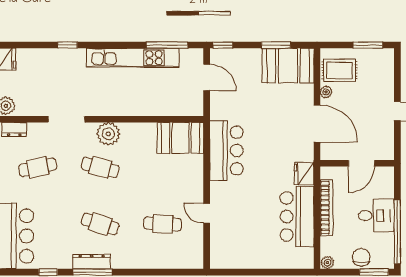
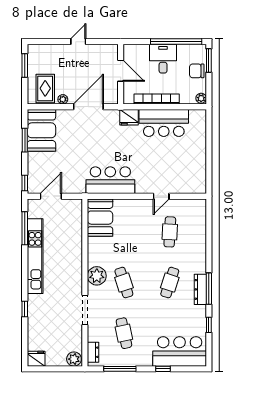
cafe table: (100, 167) -> (124, 283), turned -33

